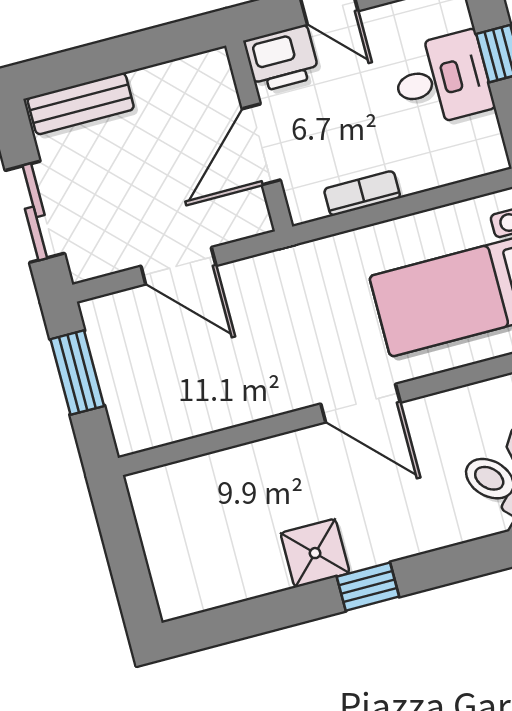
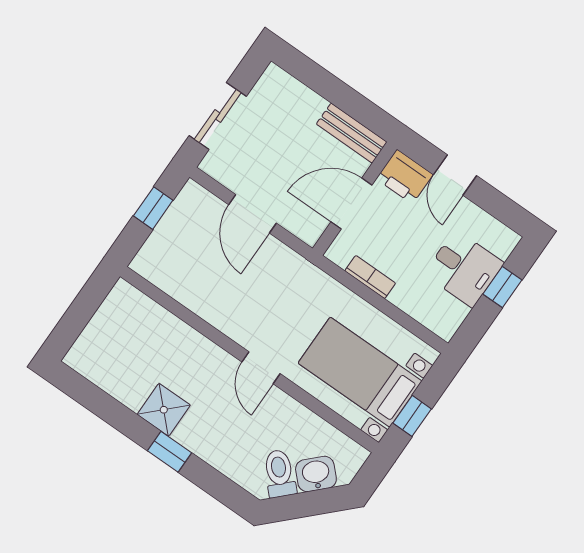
bench: (81, 104) -> (352, 133), moved
window: (77, 373) -> (153, 208), width x0.67
door: (360, 403) -> (261, 368), width x0.73

